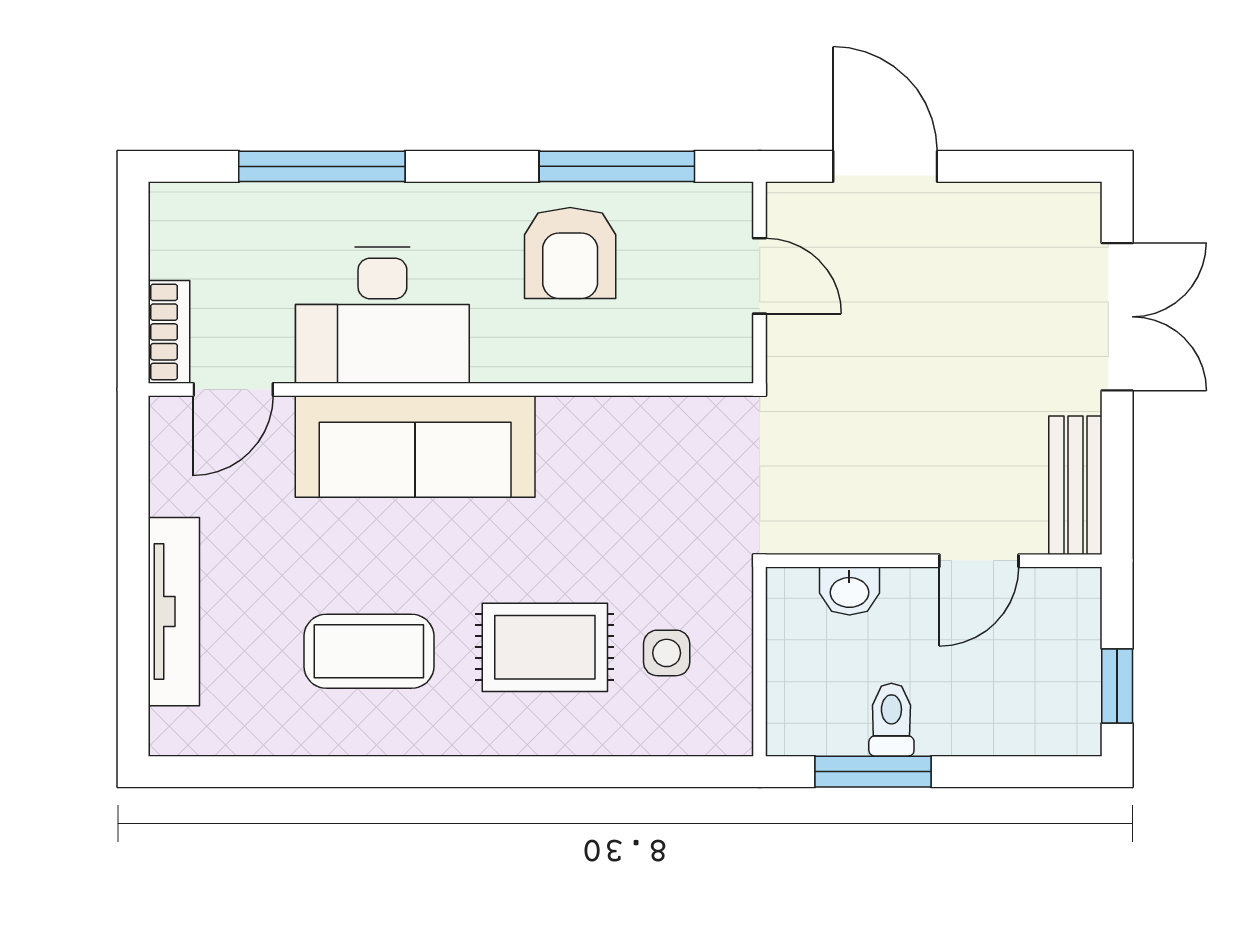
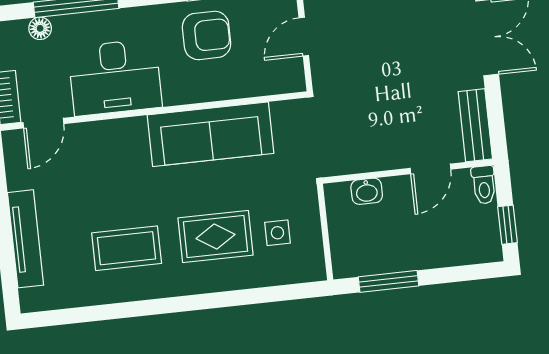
floor lamp: (247, 204) -> (40, 28), added
armchair: (570, 253) -> (207, 35), turned -90
door: (760, 276) -> (304, 37), swing flipped
sofa: (415, 447) -> (210, 134), moved
toilet: (891, 720) -> (484, 185), moved, turned 180

